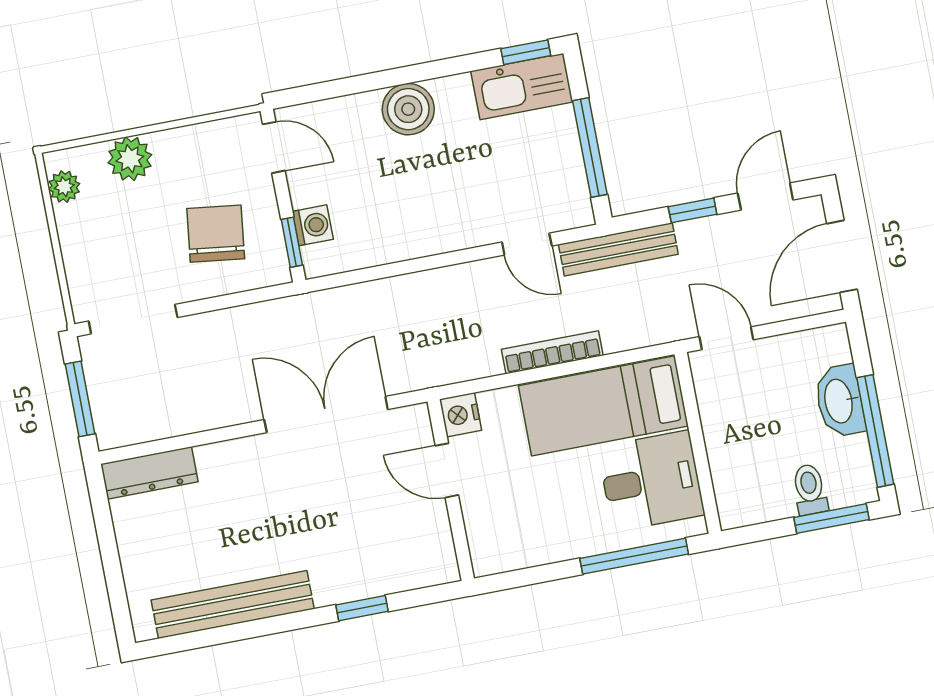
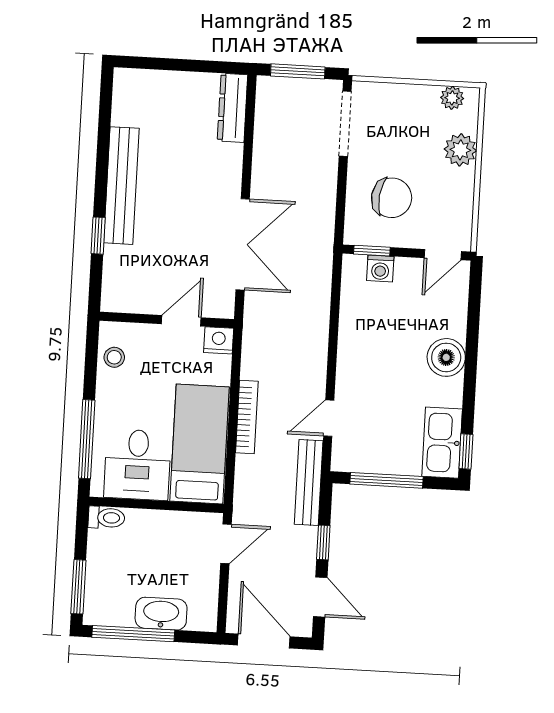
toilet: (810, 489) -> (106, 518), moved
stool: (517, 547) -> (114, 357), added
bench: (233, 604) -> (121, 186), moved

